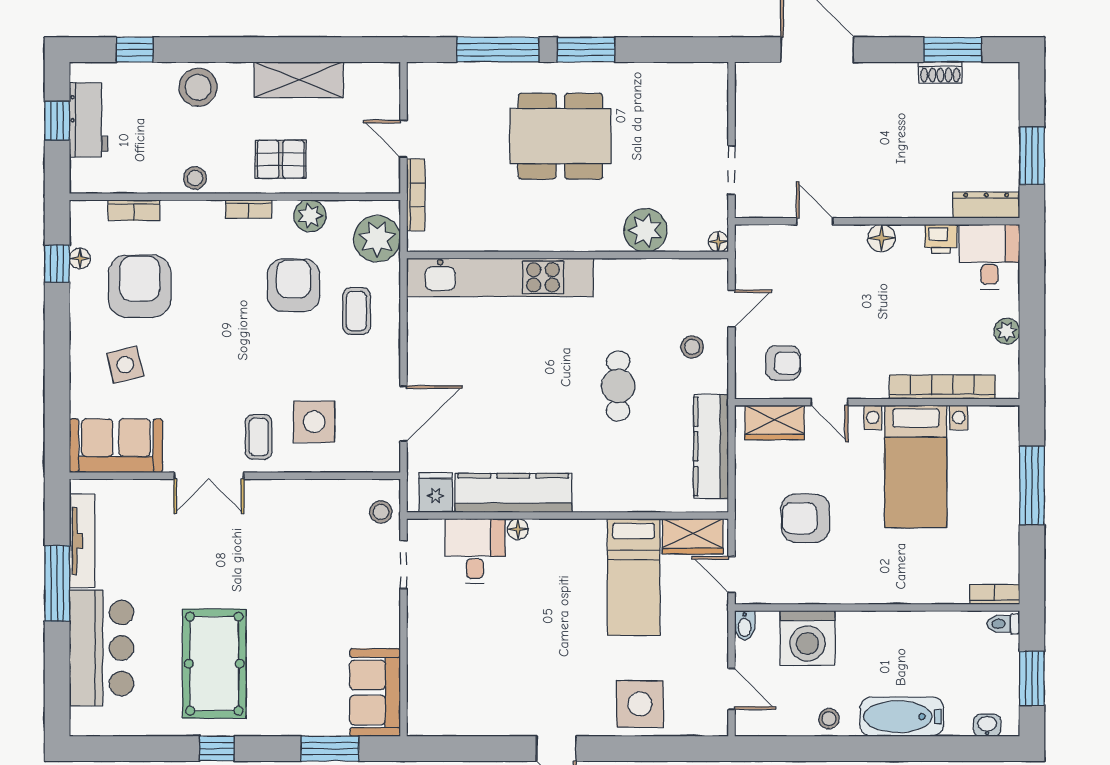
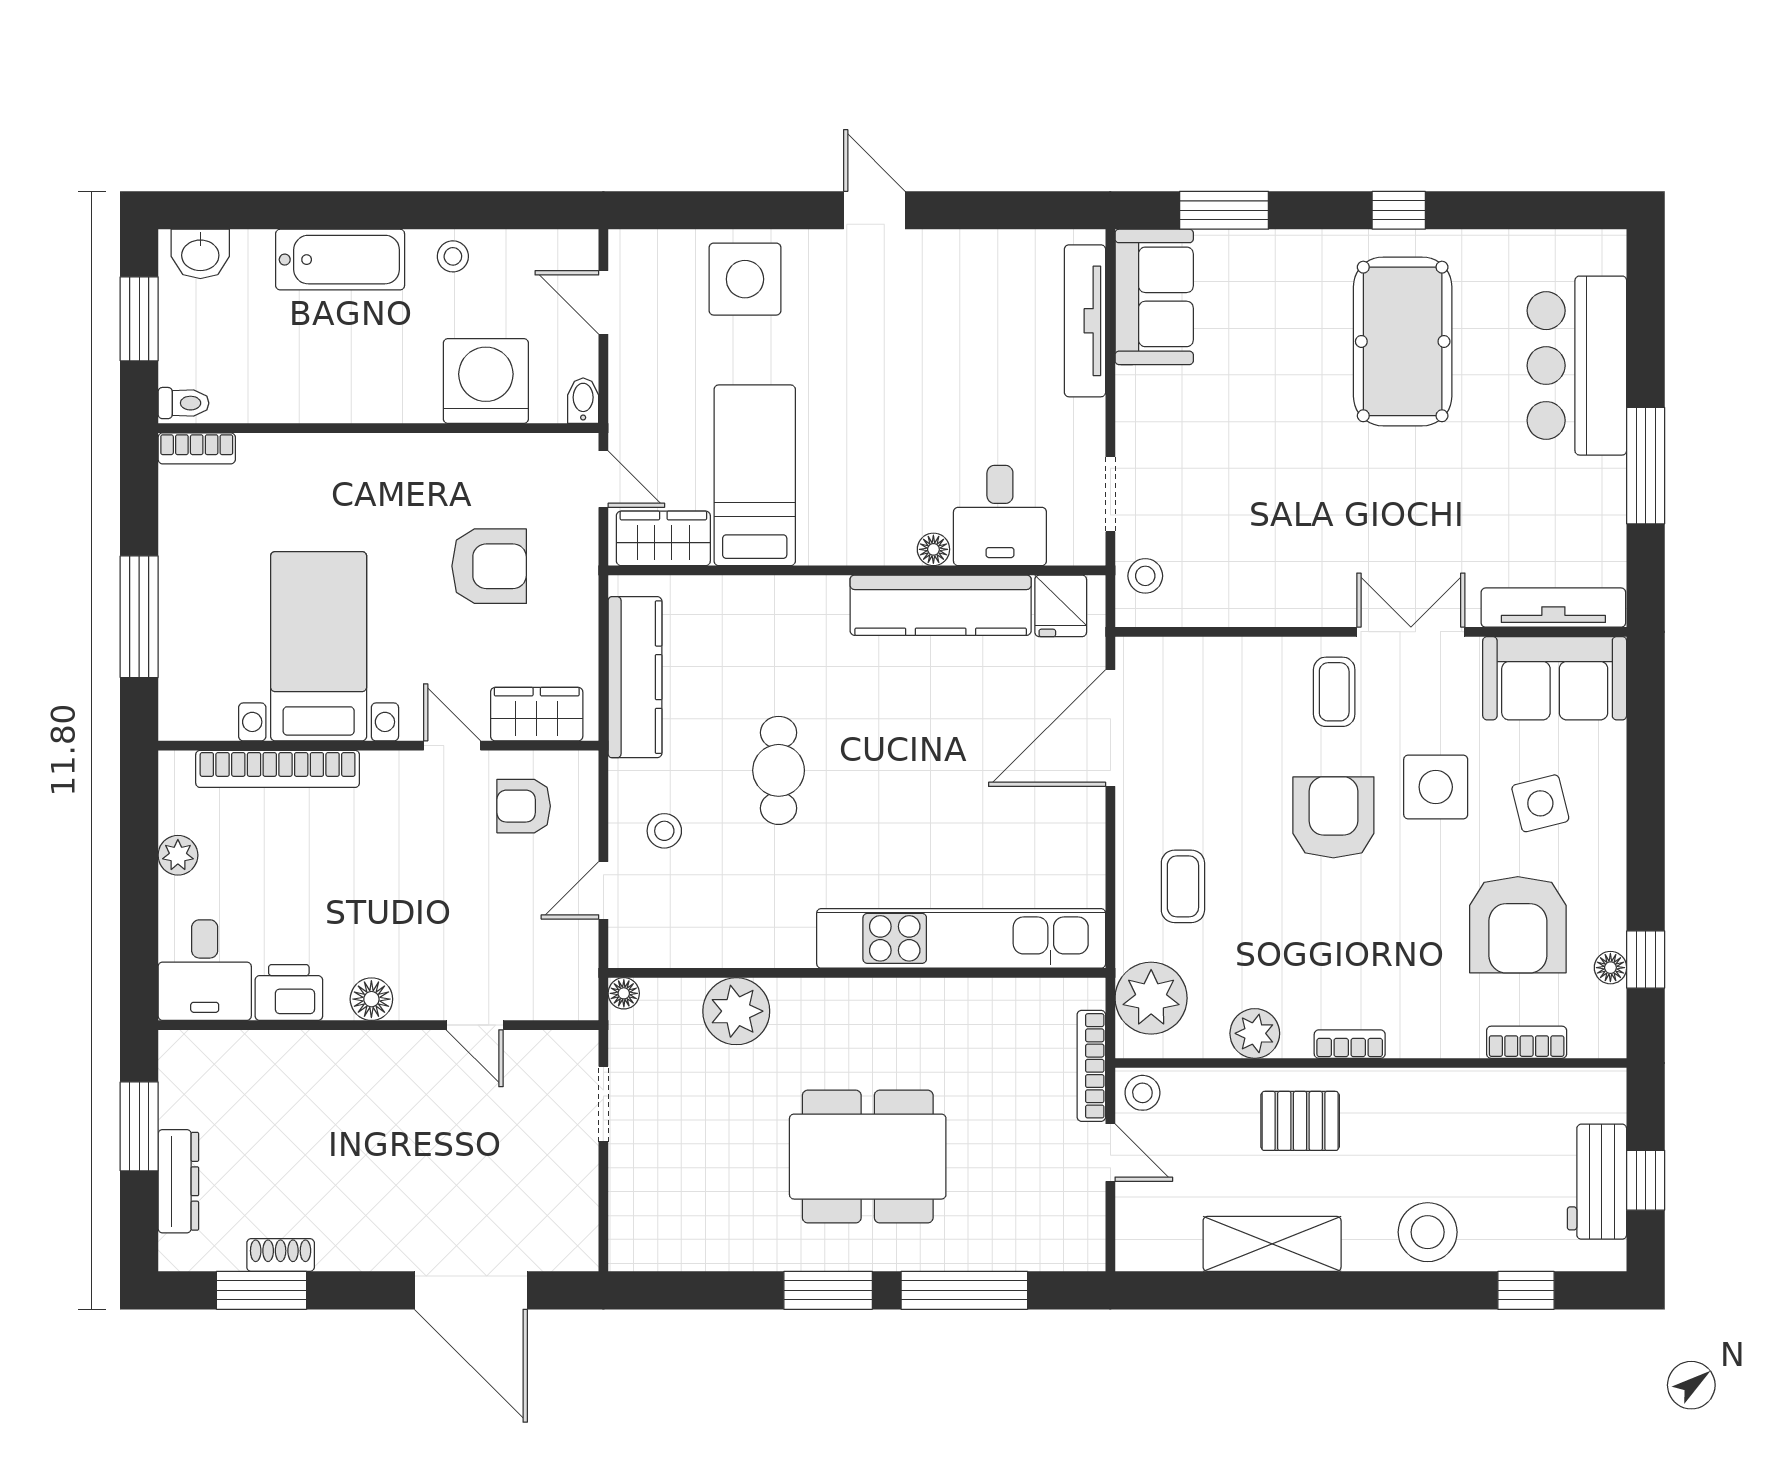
stool: (195, 178) -> (1142, 1093), moved
dresser: (986, 205) -> (178, 1181), moved, turned -90
printer: (941, 239) -> (289, 992), width x1.36, depth x1.24
armchair: (294, 285) -> (1333, 817), moved, turned 180
door: (403, 414) -> (1110, 728), width x1.36
side table: (314, 422) -> (1436, 787), moved
tv unit: (82, 541) -> (1553, 608), moved, turned 90
tv unit: (420, 677) -> (1085, 321), added
washbasin: (987, 725) -> (200, 254), width x1.38, depth x1.45

